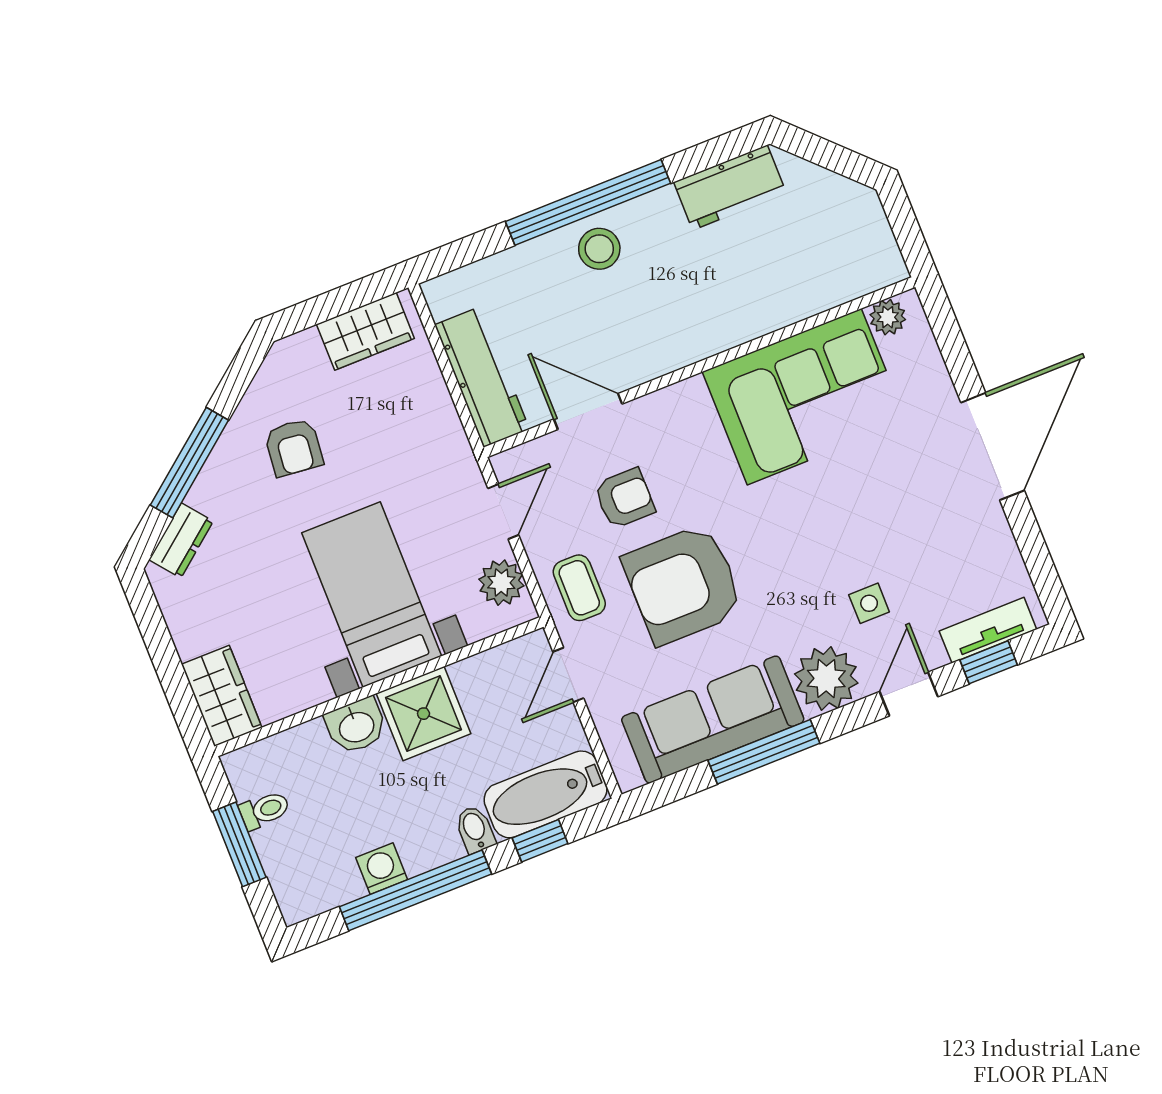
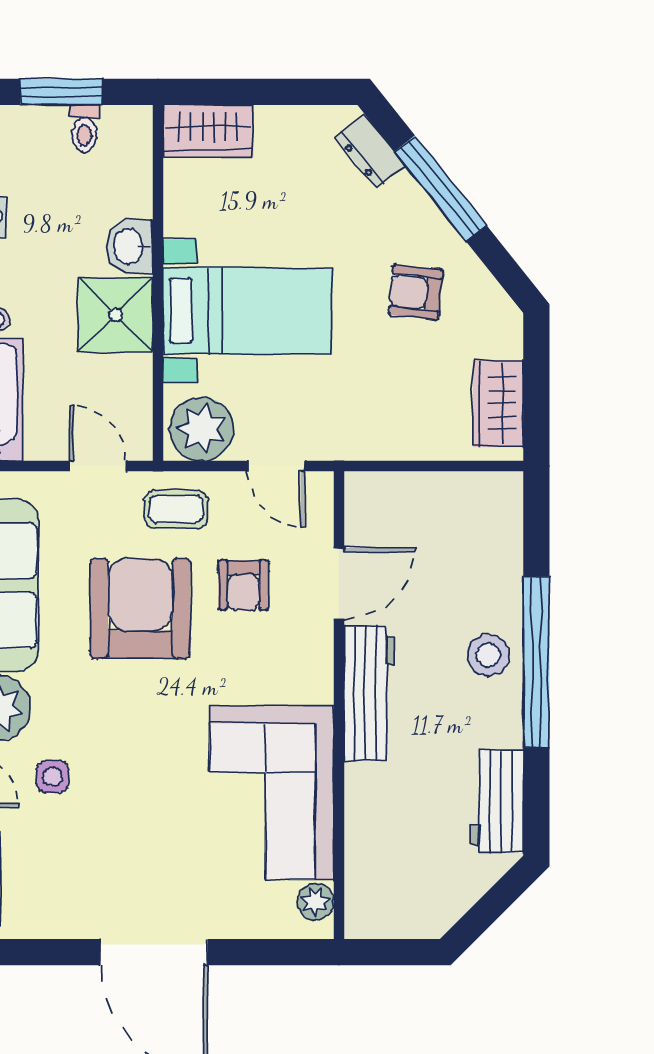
workbench: (482, 377) -> (369, 693), moved, turned -90
plant: (501, 583) -> (202, 429), width x1.36, depth x1.36

